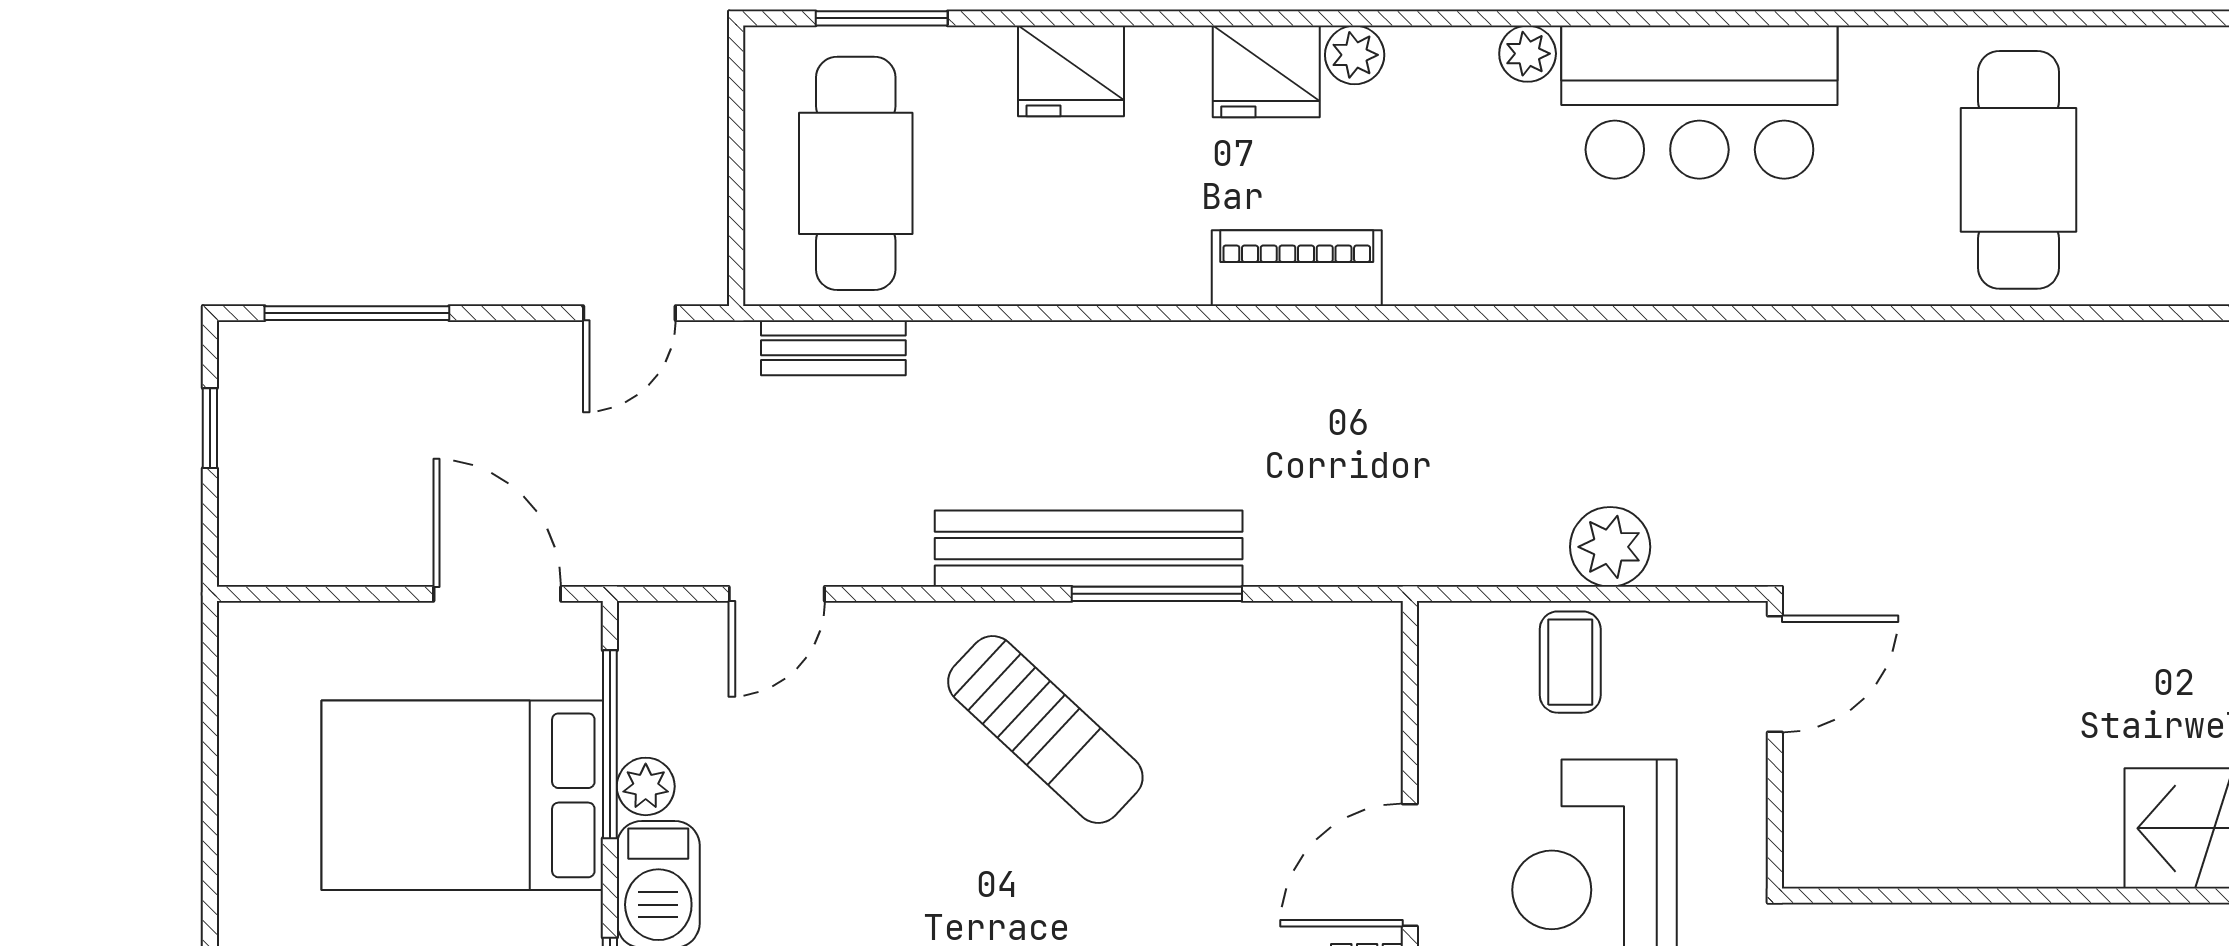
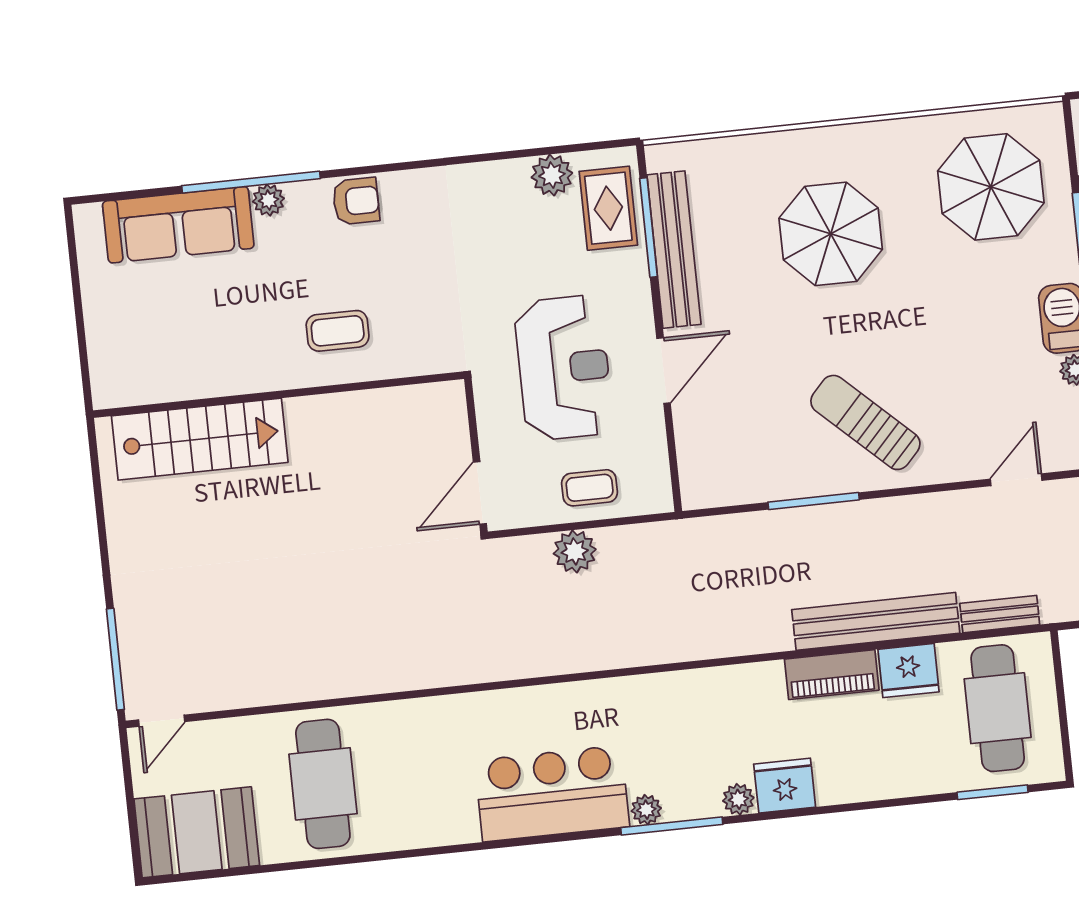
window: (1483, 18) -> (672, 826), added
fridge: (1071, 71) -> (908, 671), moved, turned 180
cafe table: (2018, 170) -> (323, 784), moved
piano: (1297, 268) -> (832, 675), moved
bench: (1089, 549) -> (876, 621), moved
coffee table: (1570, 662) -> (590, 488), turned 90

